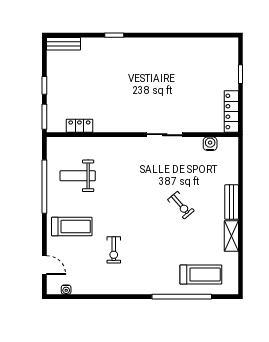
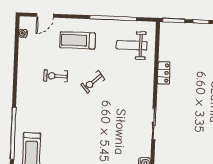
locker: (79, 126) -> (164, 73), moved
weight bench: (78, 176) -> (132, 45), moved, turned -90
exercise bike: (181, 205) -> (93, 82), moved
treadmill: (72, 227) -> (78, 40), turned 90

